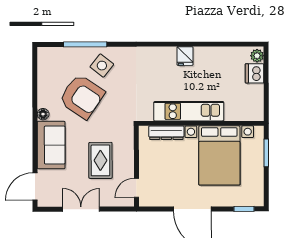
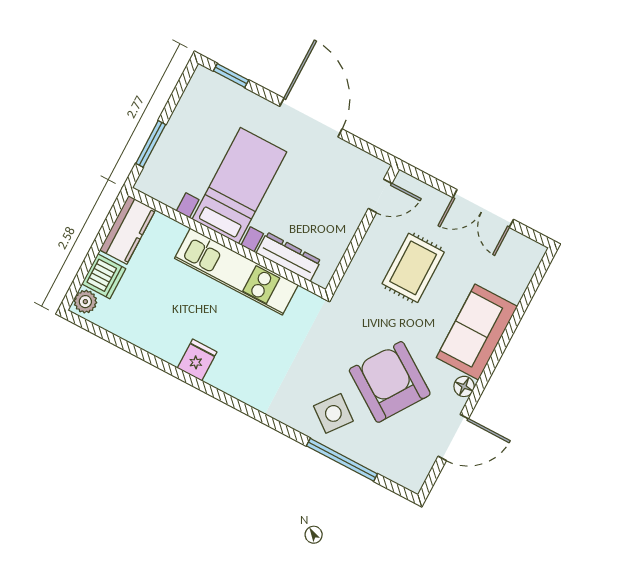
kitchen counter: (255, 103) -> (128, 230), added
bed with nightstands: (219, 155) -> (239, 186), width x0.73
door: (35, 187) -> (453, 437), moved

